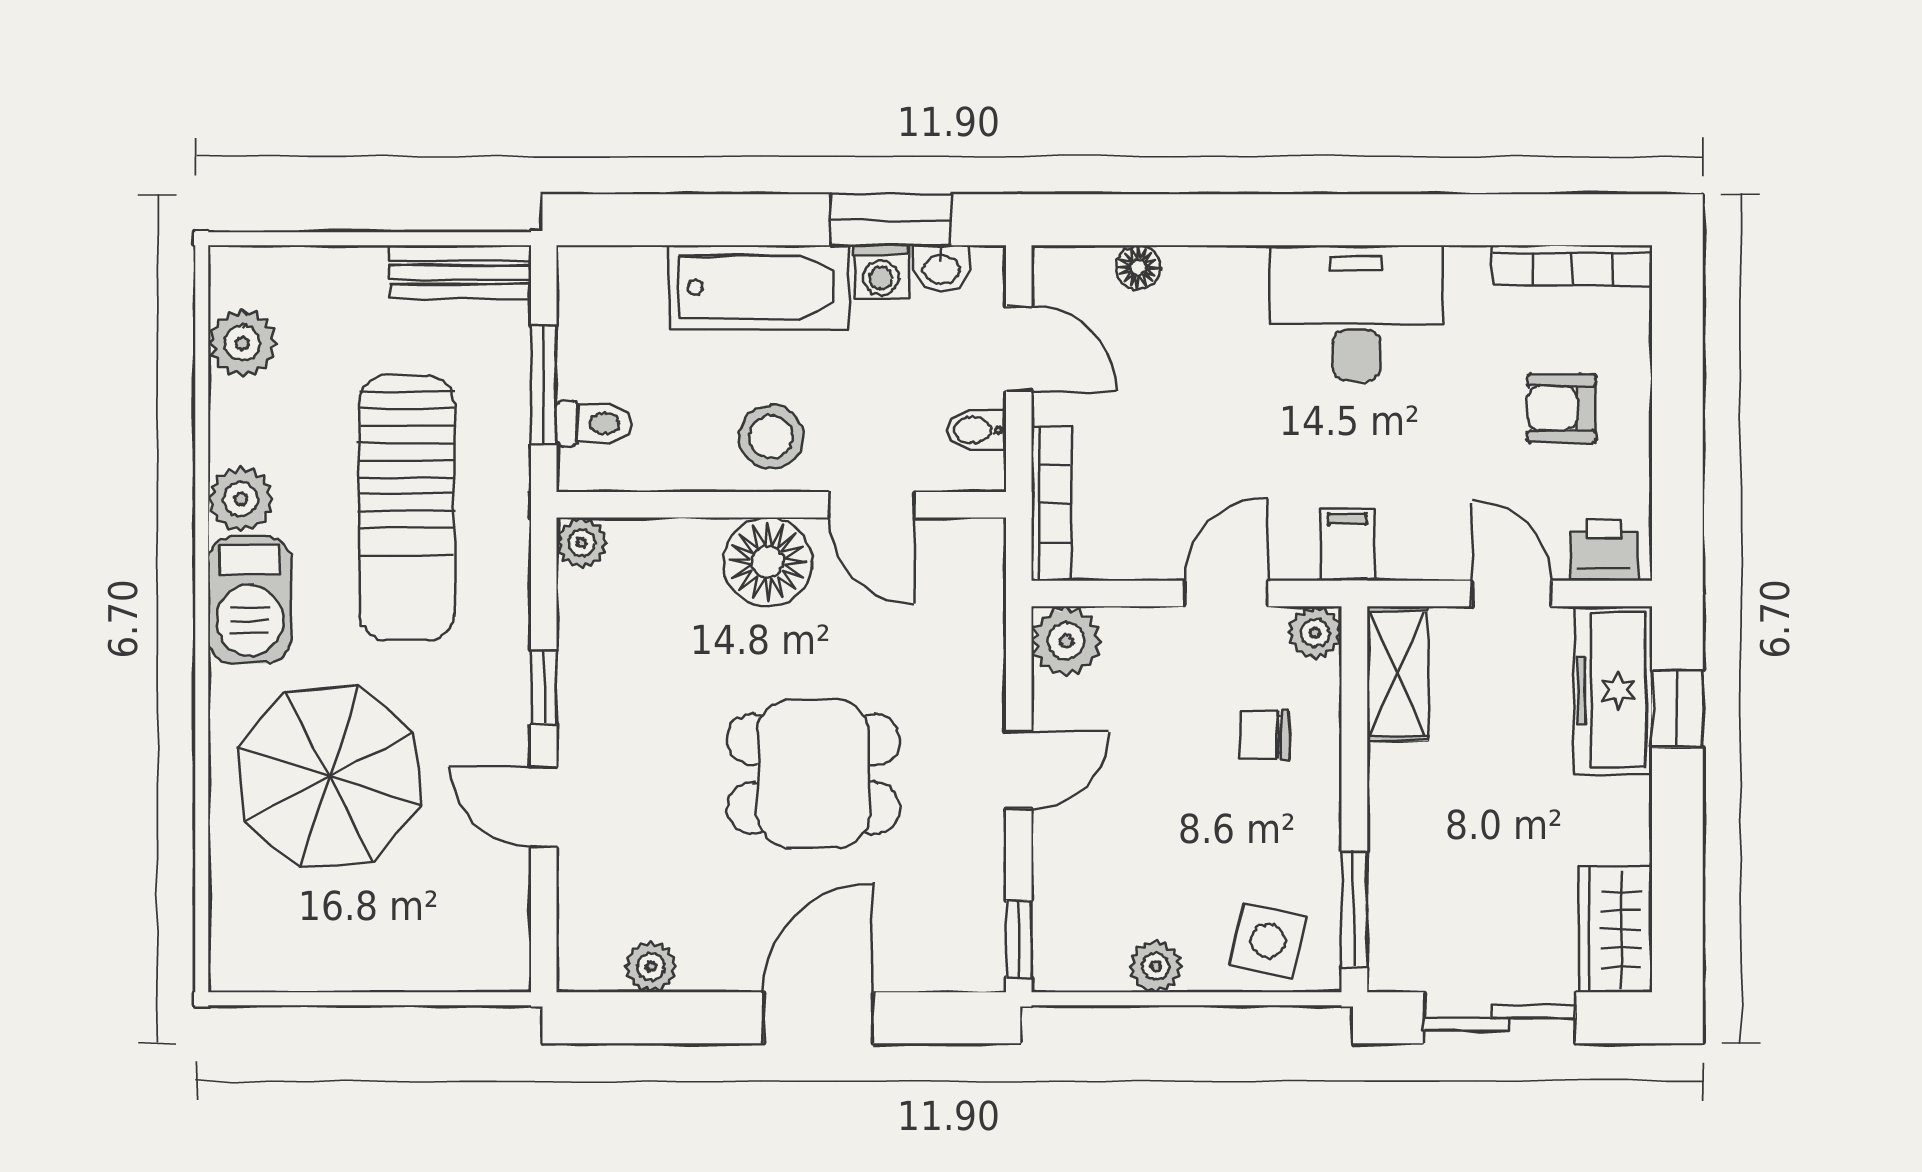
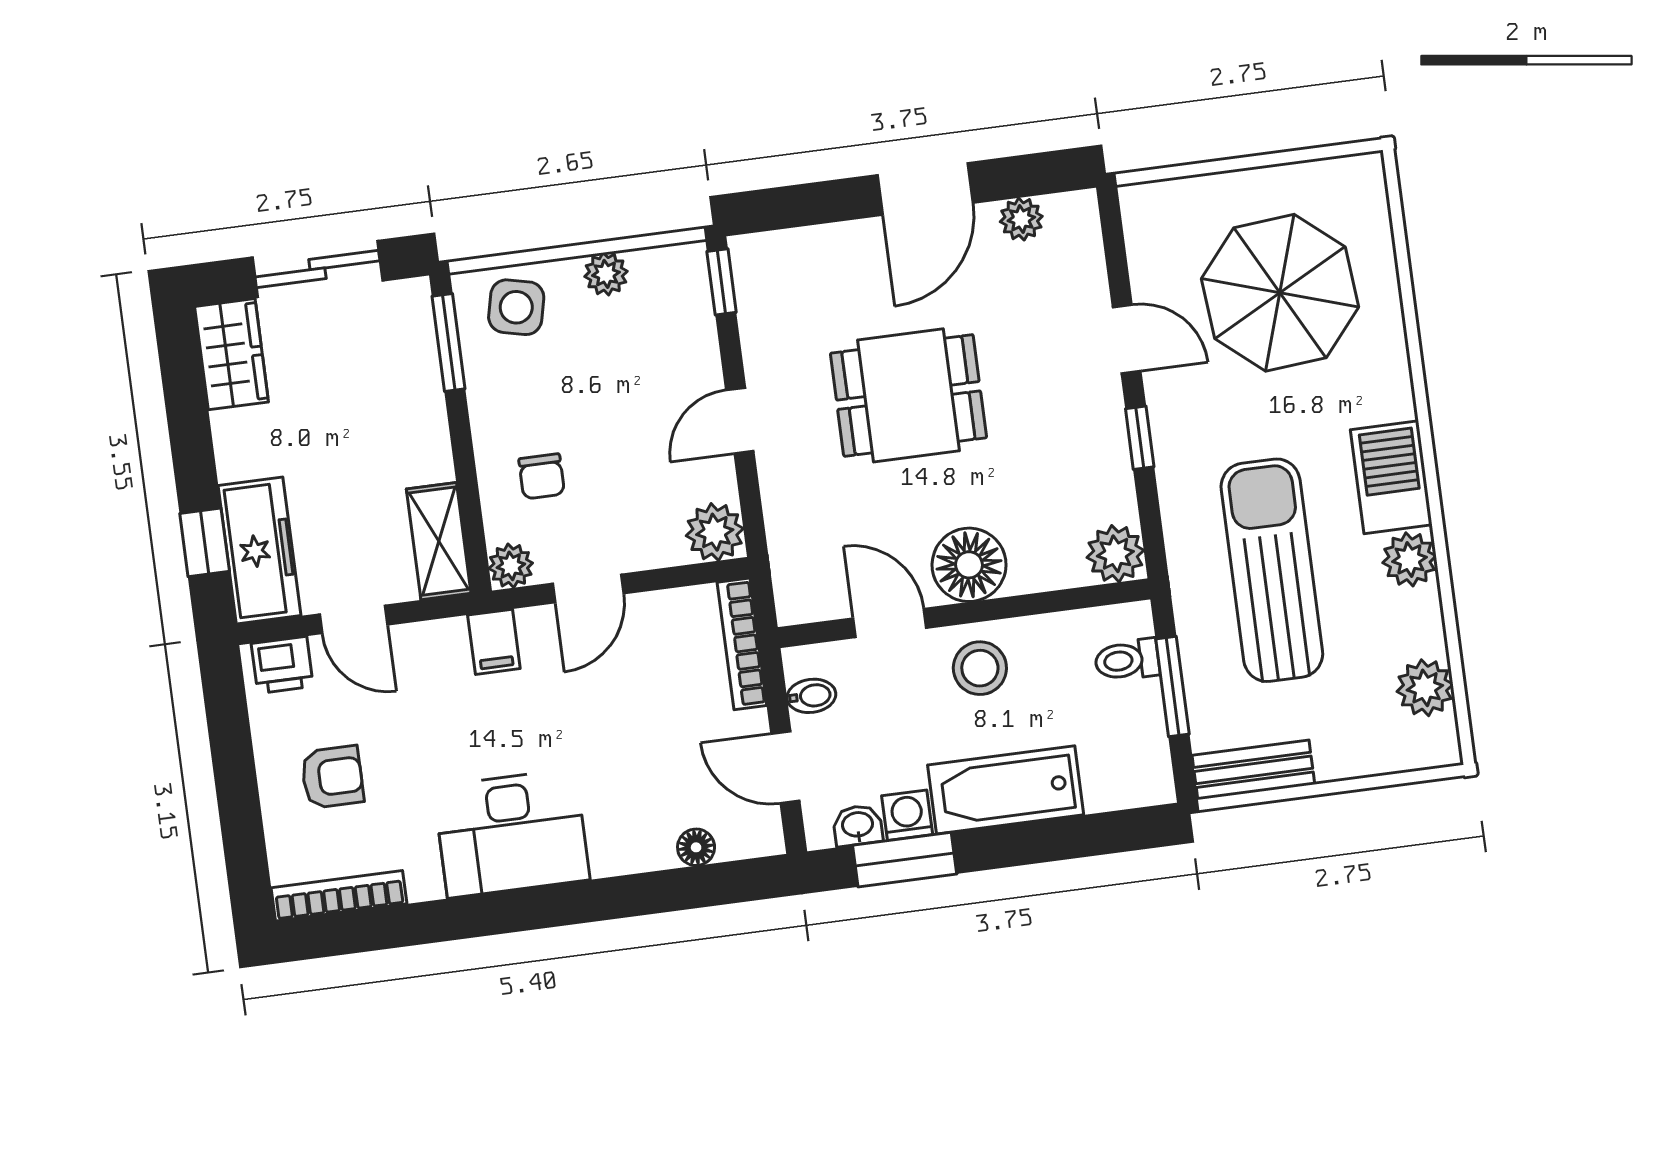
plant: (582, 543) -> (1115, 554), width x1.38, depth x1.38
chair: (1264, 735) -> (542, 476), turned 90
parasol: (329, 777) -> (1280, 293), moved
door: (818, 1018) -> (925, 189), moved

